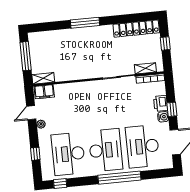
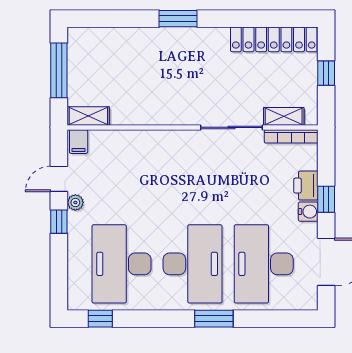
window: (85, 23) -> (178, 19), width x0.69
filing cabinet: (44, 92) -> (79, 142), width x0.50
window: (35, 154) -> (59, 222), moved
window: (119, 178) -> (214, 319), width x0.47

